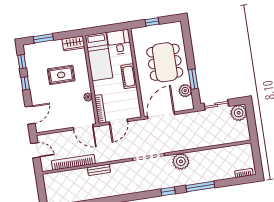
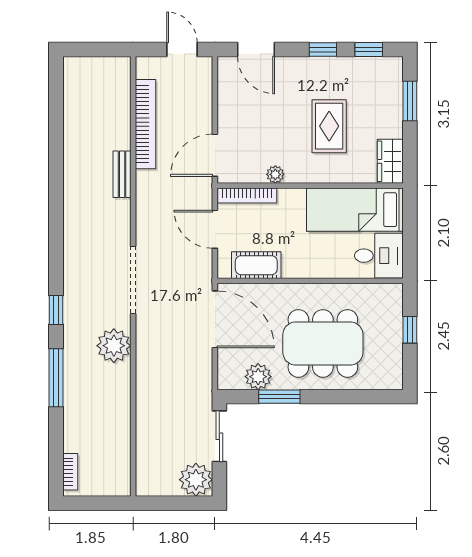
cot: (129, 76) -> (256, 265), moved
door: (35, 150) -> (182, 50), swing flipped

